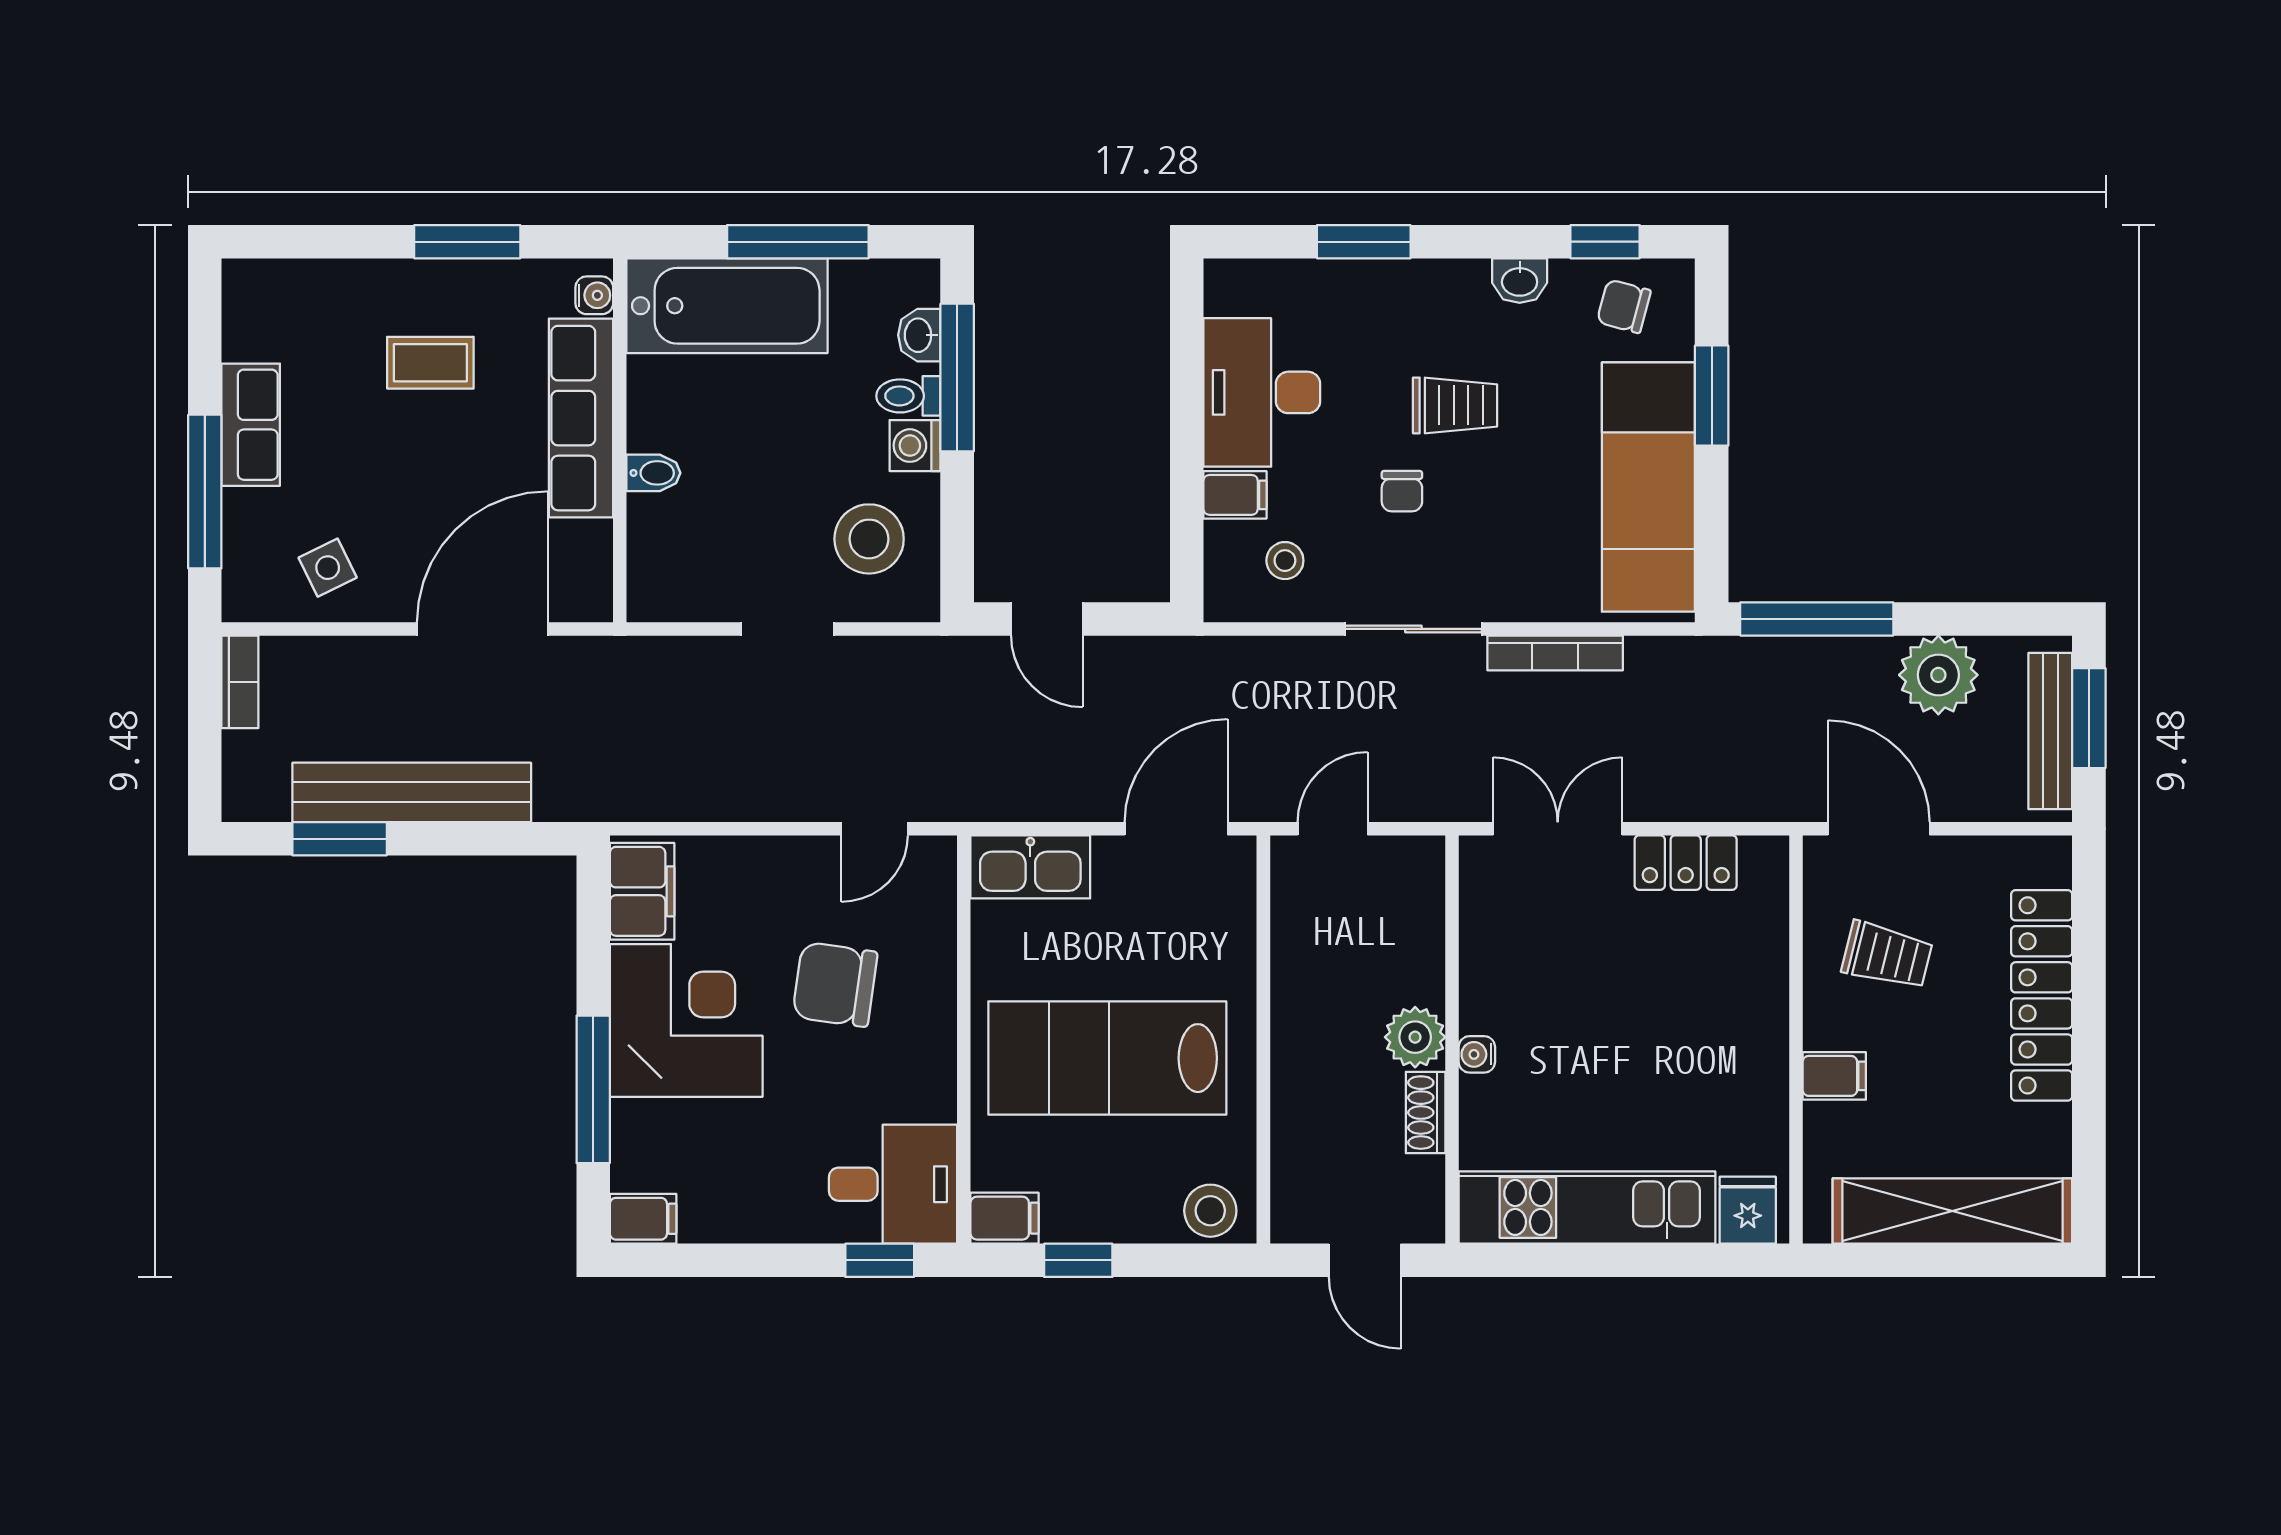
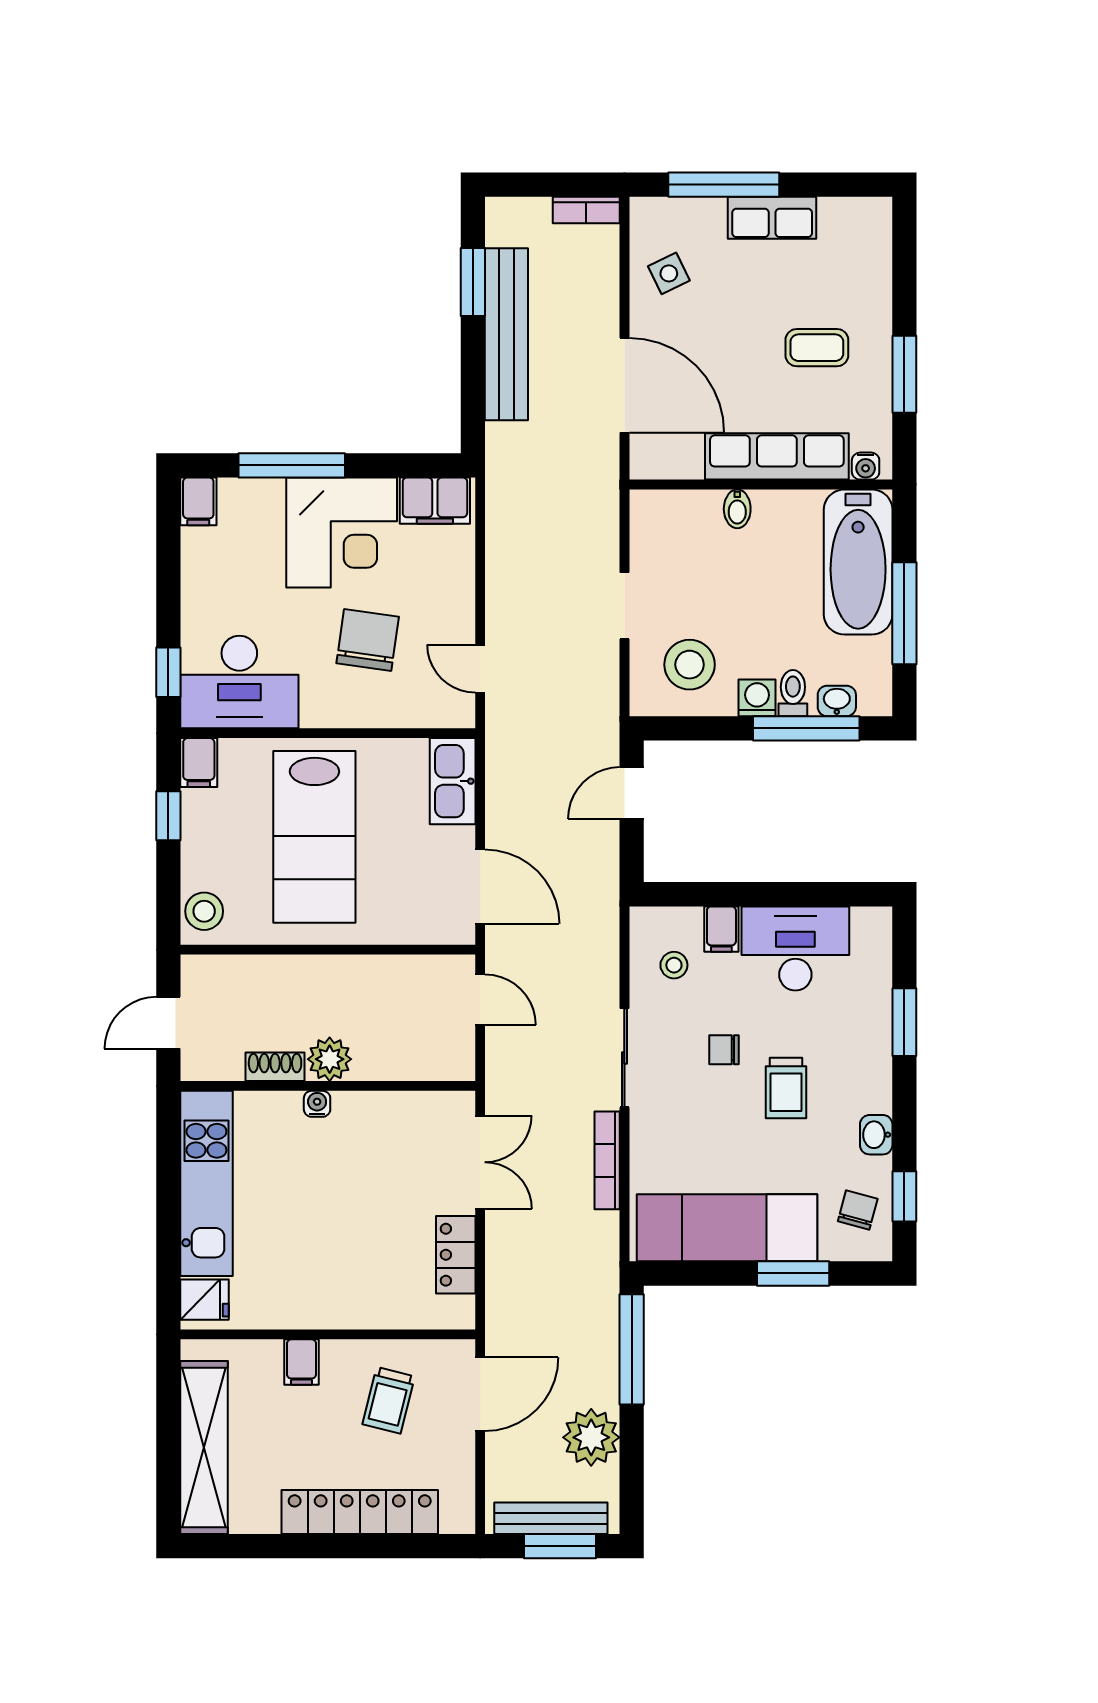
coffee table: (430, 363) -> (817, 348), turned 90
lab bench: (1107, 1058) -> (314, 837), turned 180
desk: (893, 1184) -> (239, 682), width x1.37

